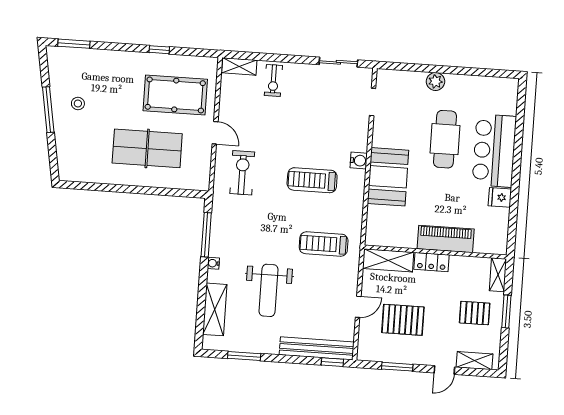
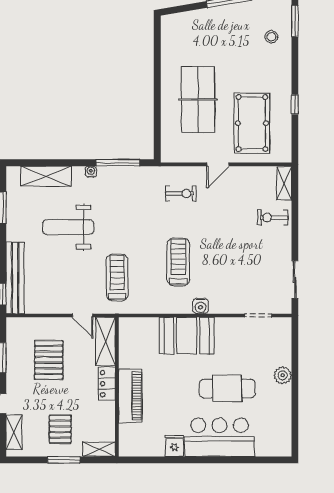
stool: (78, 104) -> (271, 37), moved
exercise bike: (242, 173) -> (181, 194), width x0.73, depth x0.72
door: (358, 307) -> (83, 315), moved

